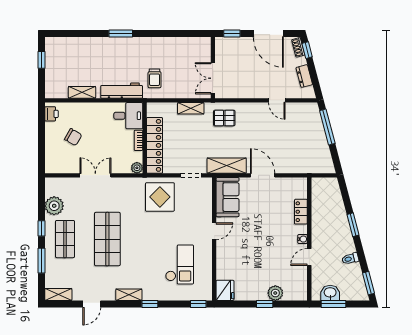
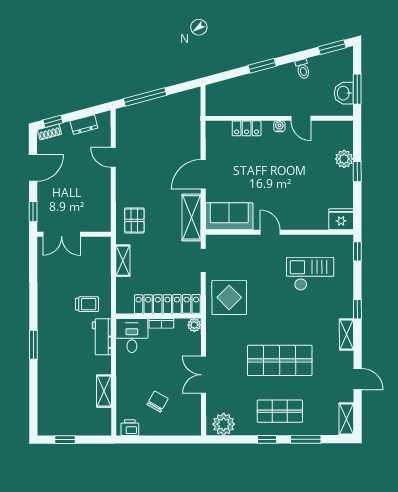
door: (268, 34) -> (33, 168), width x0.73
double door: (213, 78) -> (62, 234), moved
workbench: (122, 91) -> (102, 337), width x0.73
door: (277, 100) -> (113, 157), swing flipped
plant: (54, 206) -> (224, 424), moved

